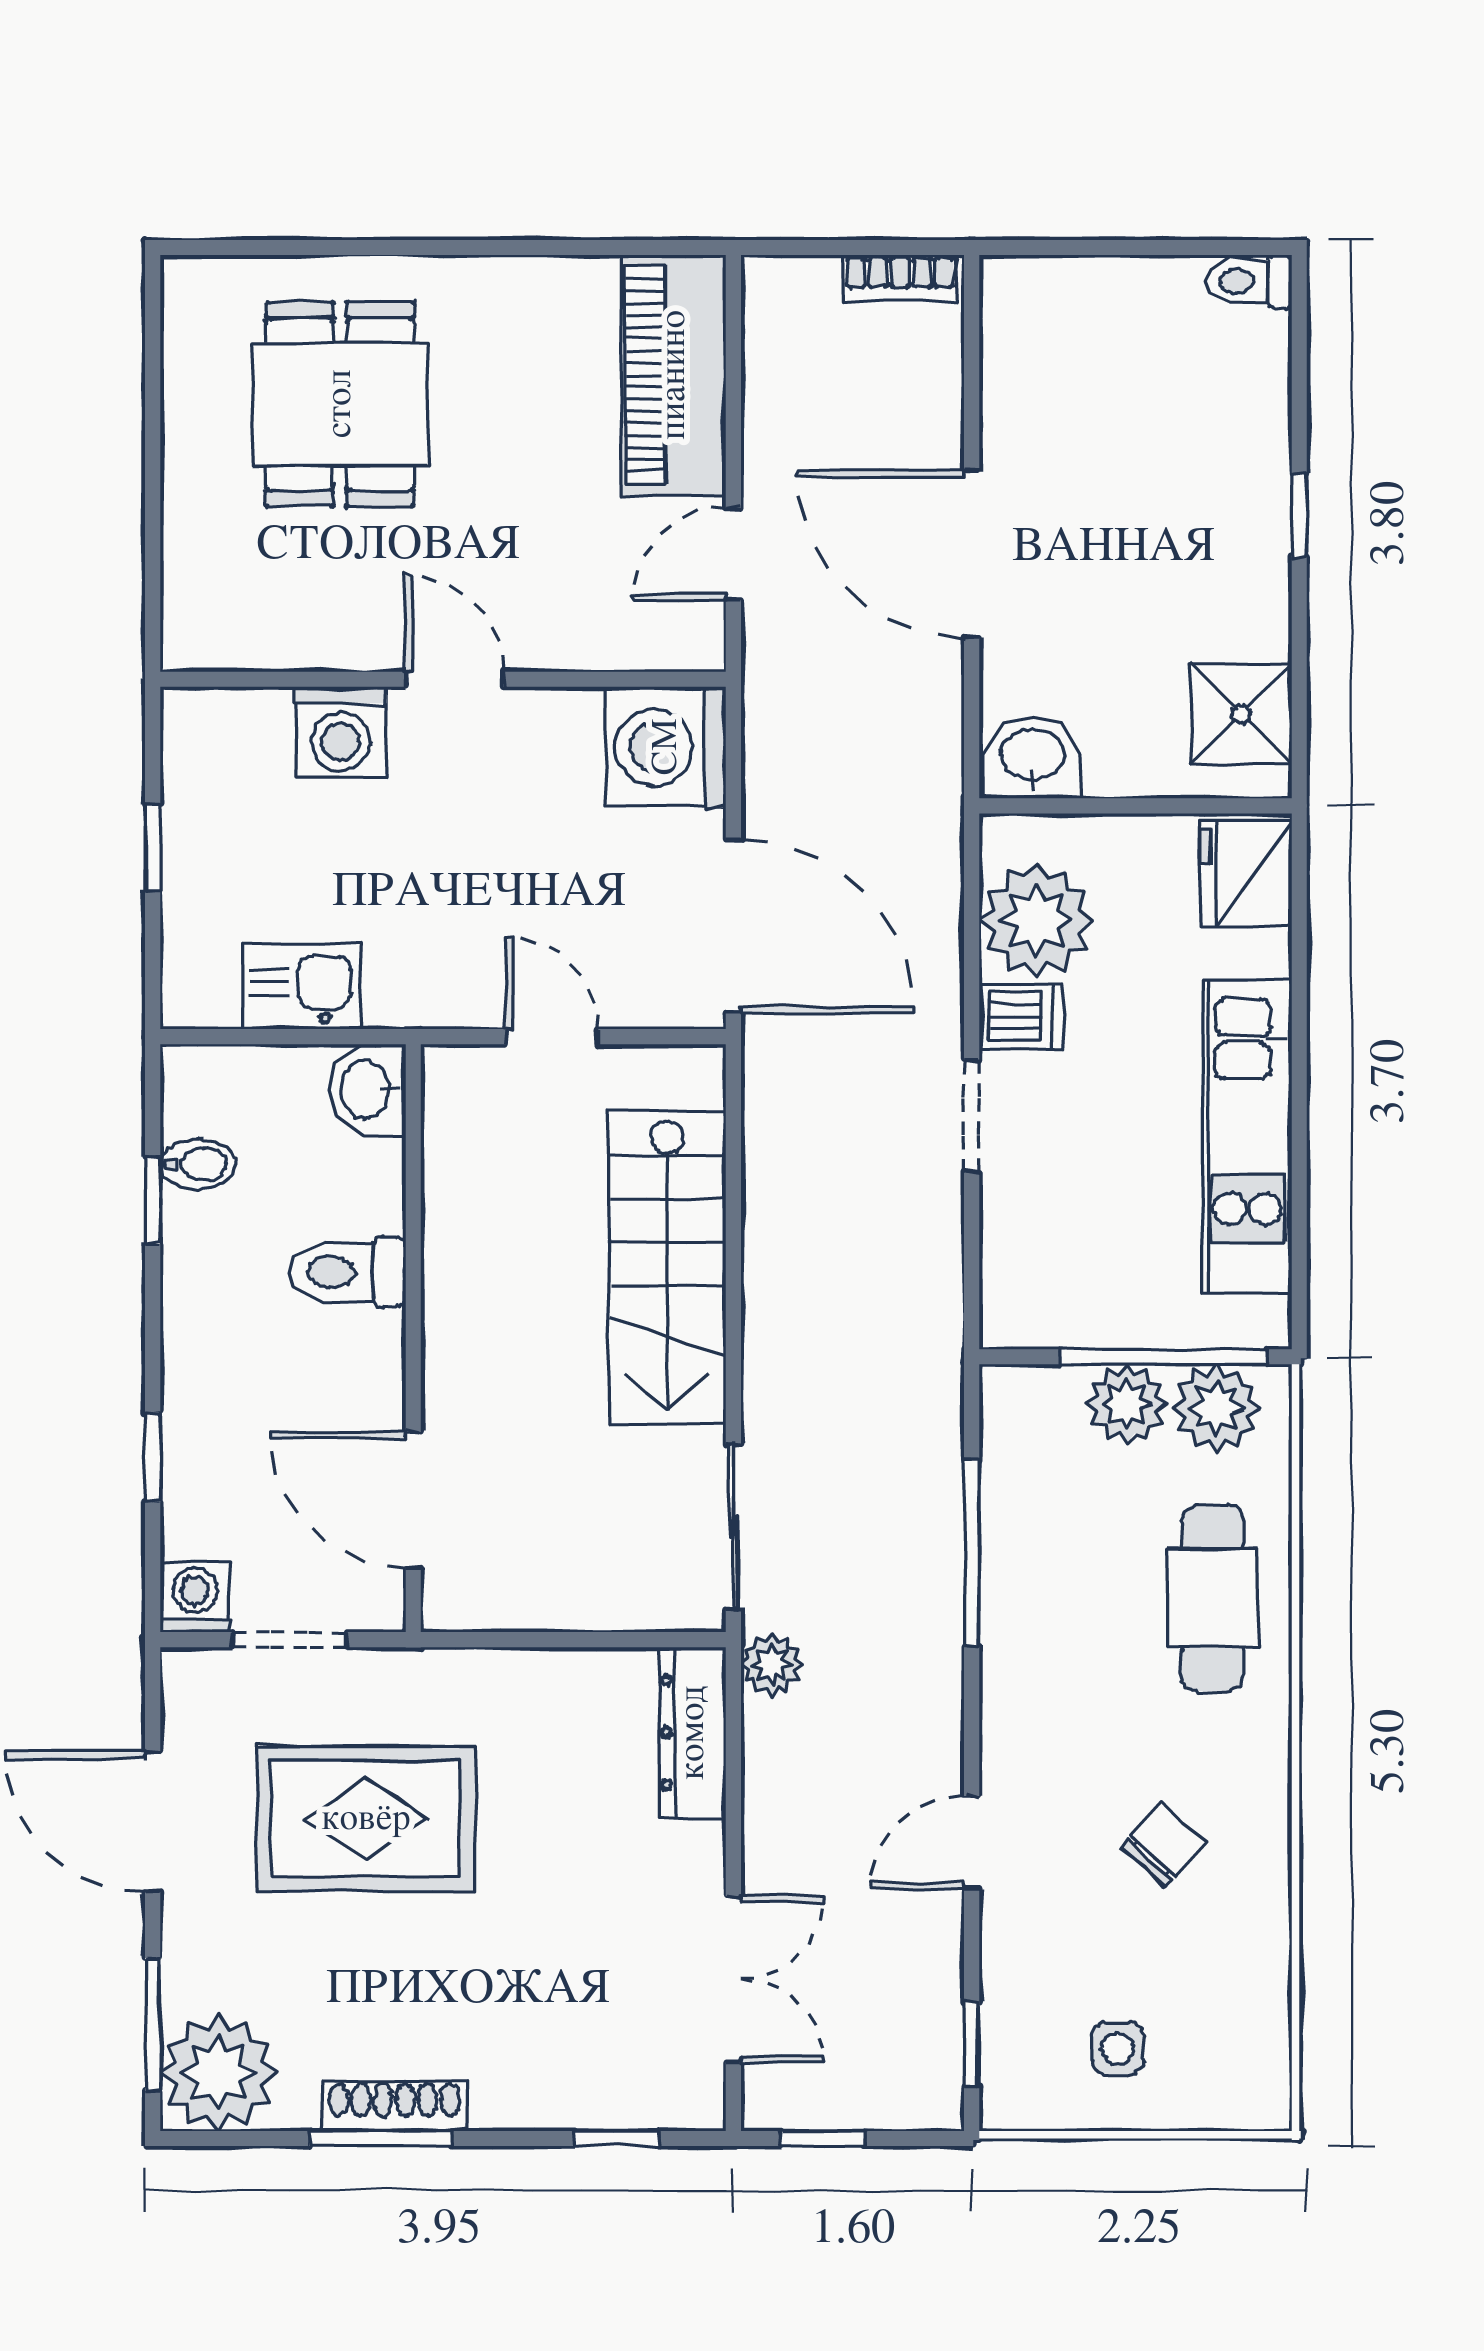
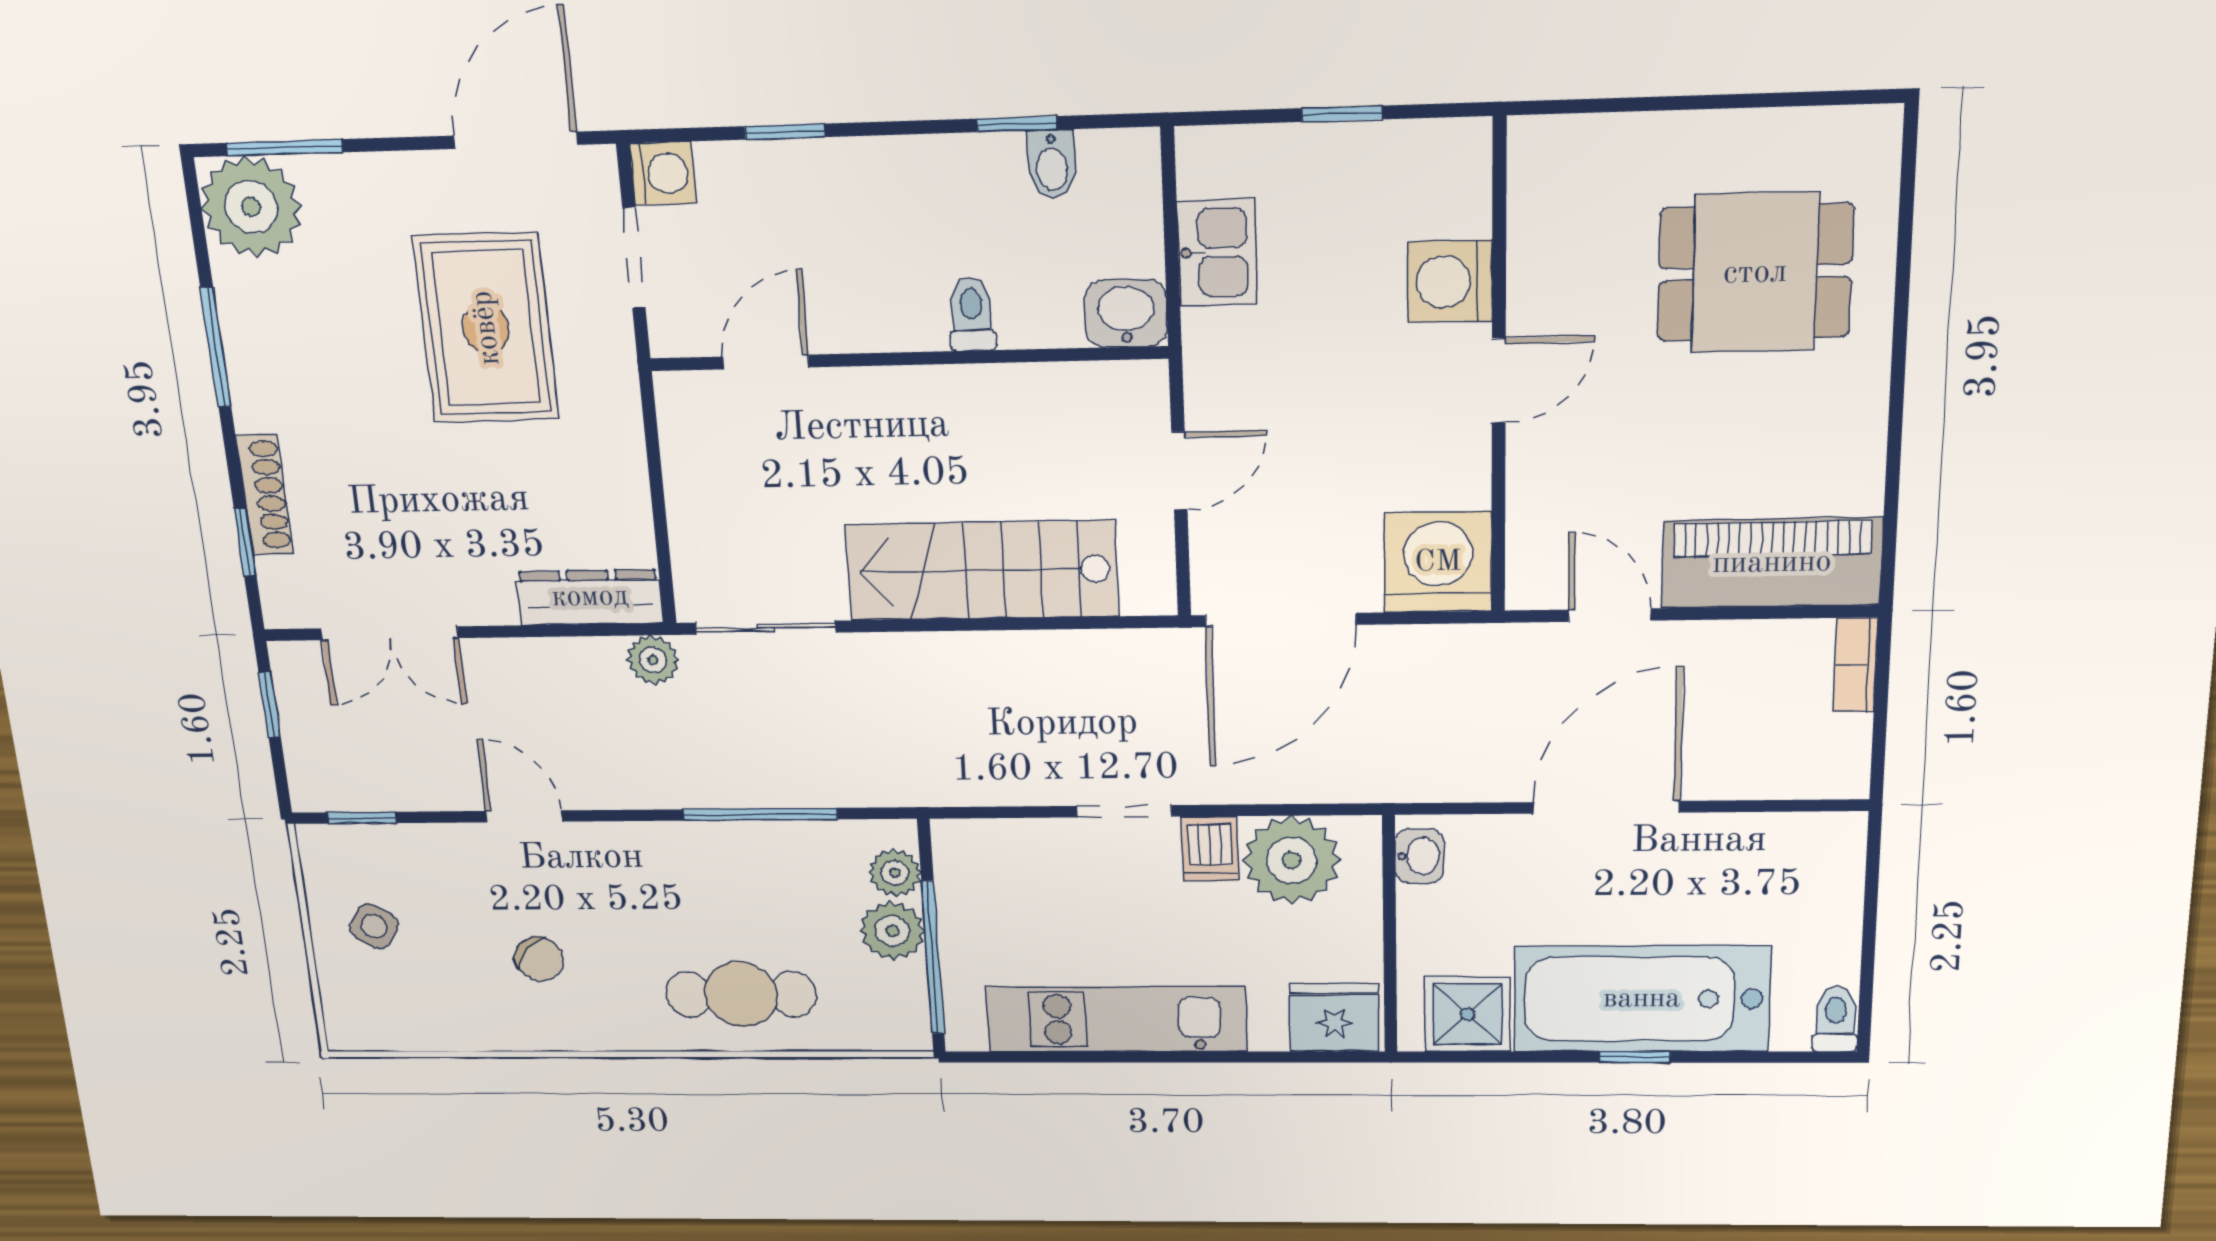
bookcase: (900, 278) -> (1855, 665), moved
bathtub: (1221, 508) -> (1642, 999), added
washbasin: (1032, 757) -> (1419, 856), width x0.72, depth x0.69
toilet: (347, 1272) -> (972, 314), width x0.73, depth x0.72
plant: (1216, 1408) -> (895, 873), moved, width x0.73, depth x0.73
door: (413, 1500) -> (766, 362), width x0.73
door: (153, 1822) -> (516, 140), moved
side table: (1118, 2048) -> (374, 926), turned 32
shoe rack: (394, 2106) -> (265, 495), moved

